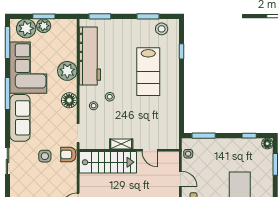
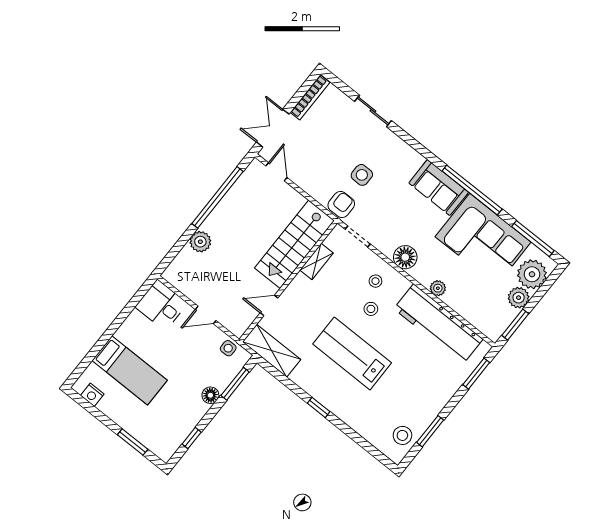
window: (44, 16) -> (515, 325), moved
window: (182, 51) -> (319, 407), moved
plant: (67, 71) -> (438, 288), width x0.53, depth x0.53
lab bench: (148, 72) -> (352, 353), moved
window: (7, 94) -> (472, 190), width x1.46
sofa: (20, 118) -> (439, 188), width x0.73
shelving: (172, 130) -> (272, 351), added
shelving: (121, 144) -> (316, 262), moved
floor lamp: (267, 144) -> (210, 395), moved
sliding door: (7, 161) -> (373, 111), moved

